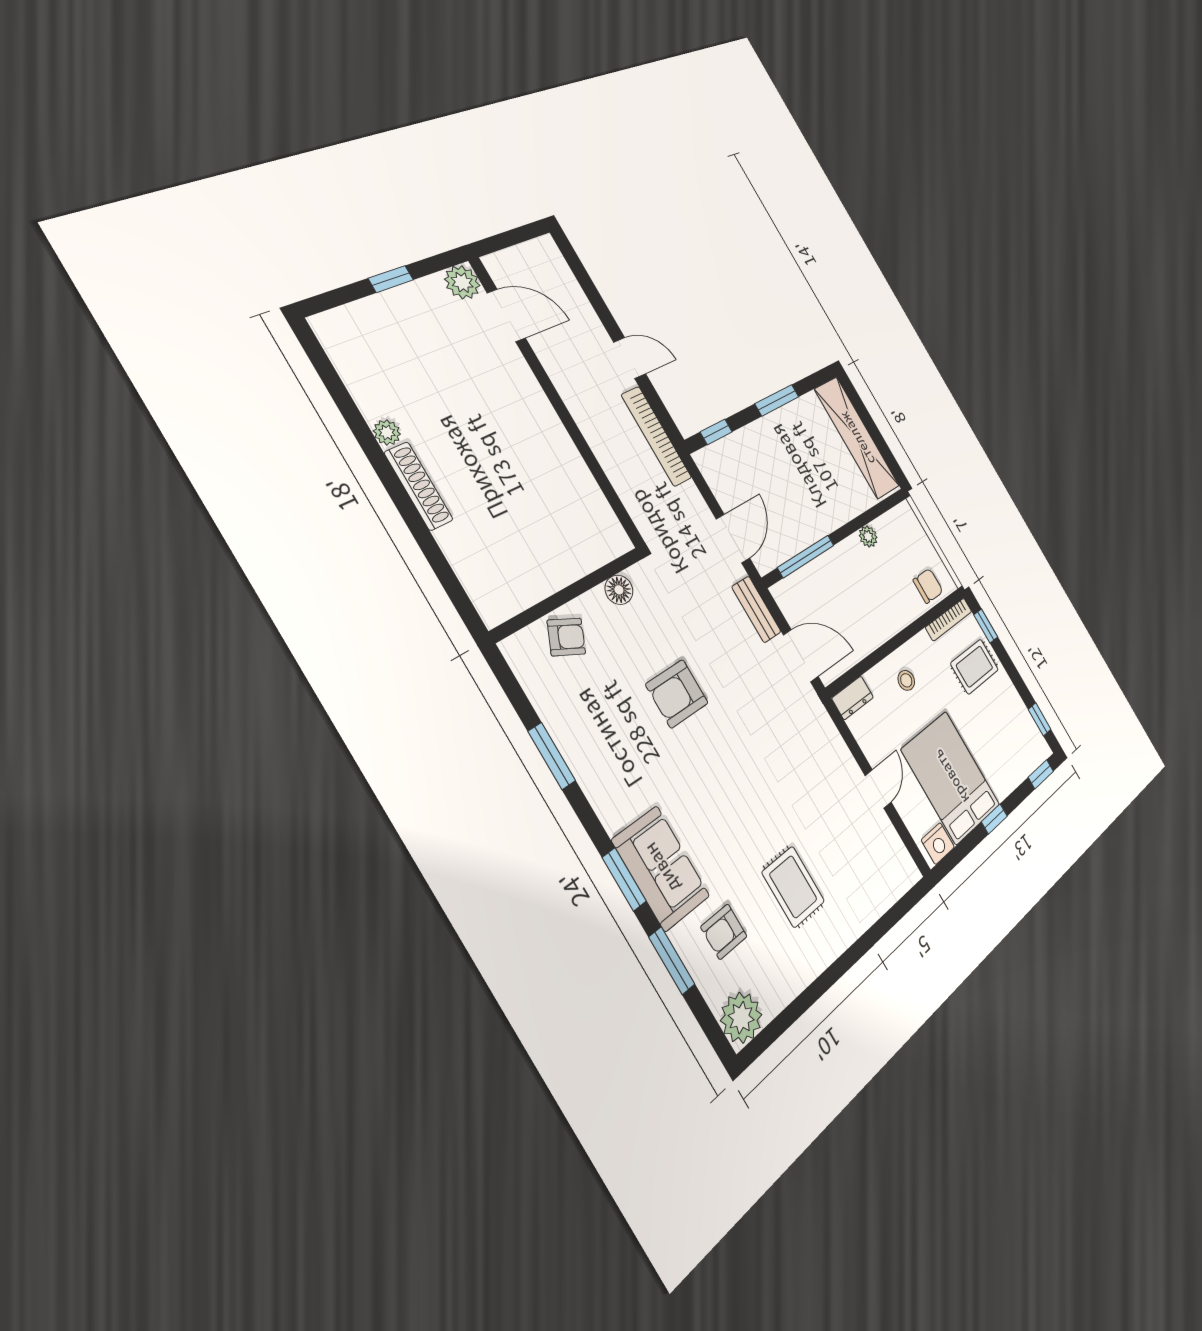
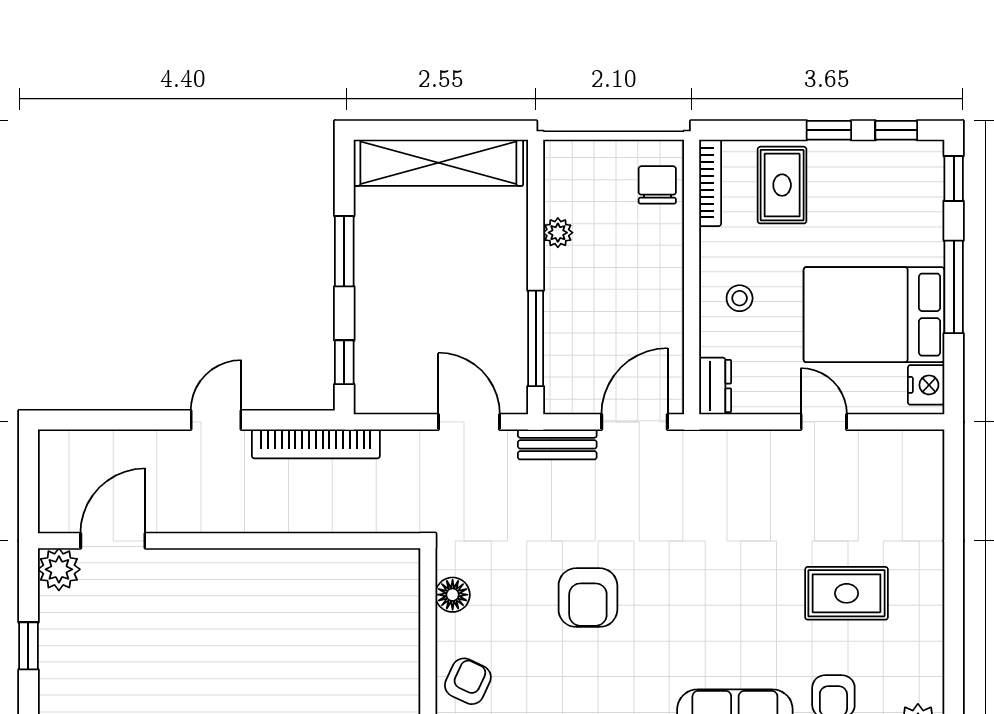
window: (986, 626) -> (829, 130), moved
window: (994, 819) -> (954, 287), width x2.17

